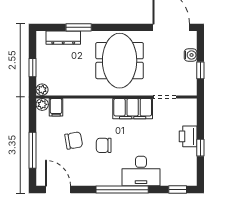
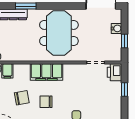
filing cabinet: (133, 109) -> (46, 72), moved
printer: (188, 136) -> (115, 72), moved
window: (200, 148) -> (125, 90), moved

